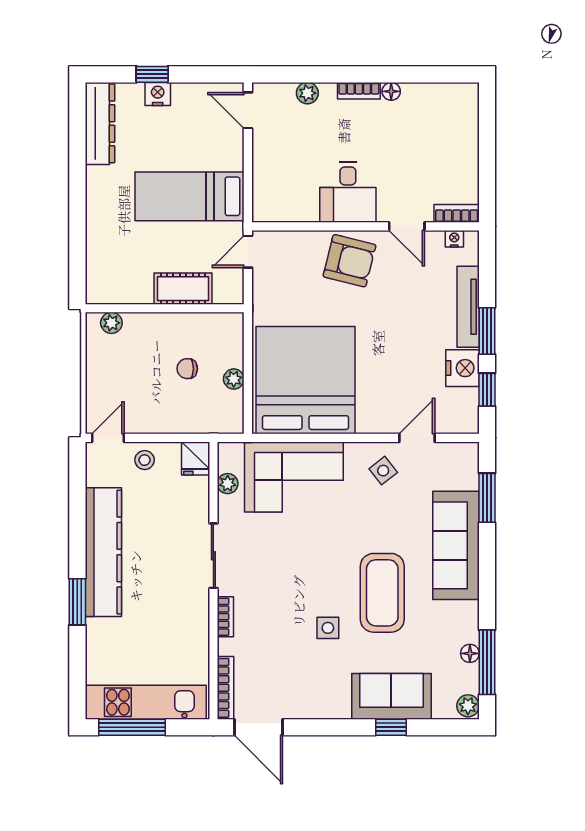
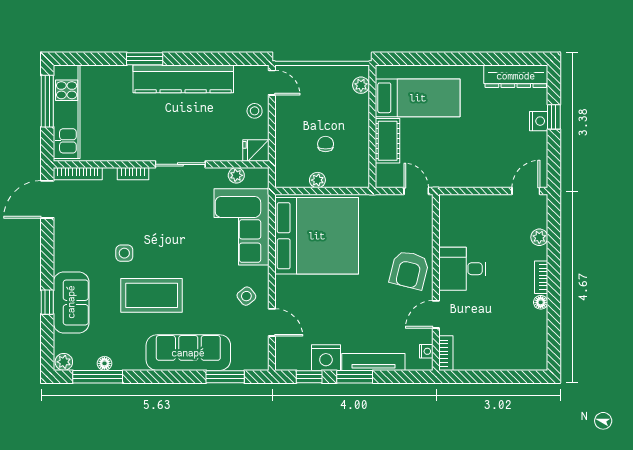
bed: (189, 196) -> (418, 98), moved, turned 90

